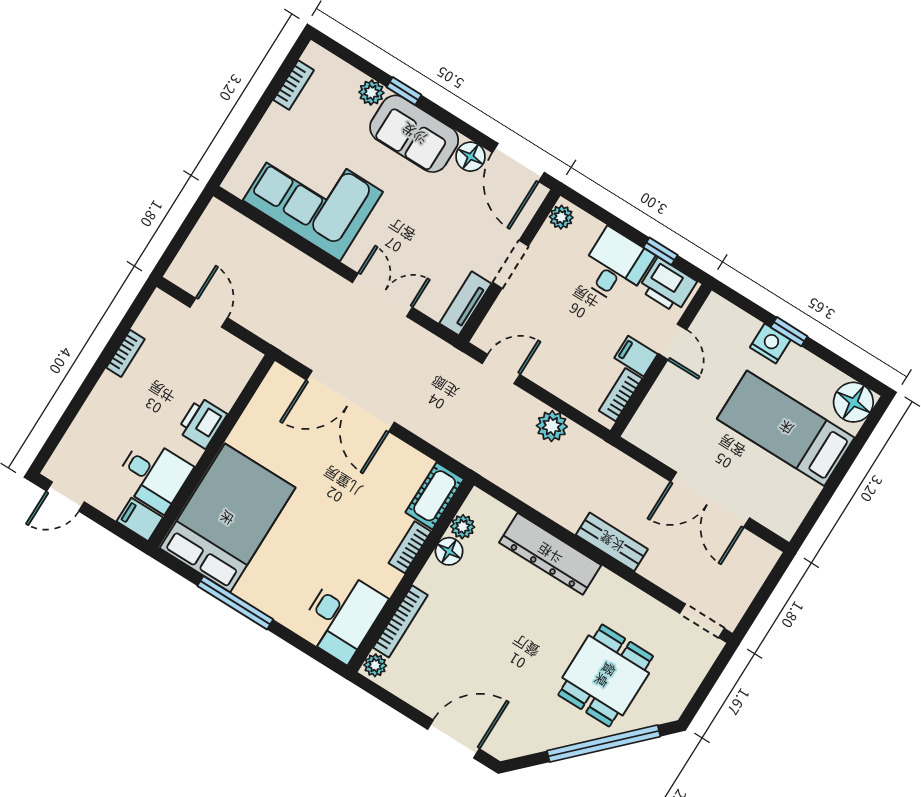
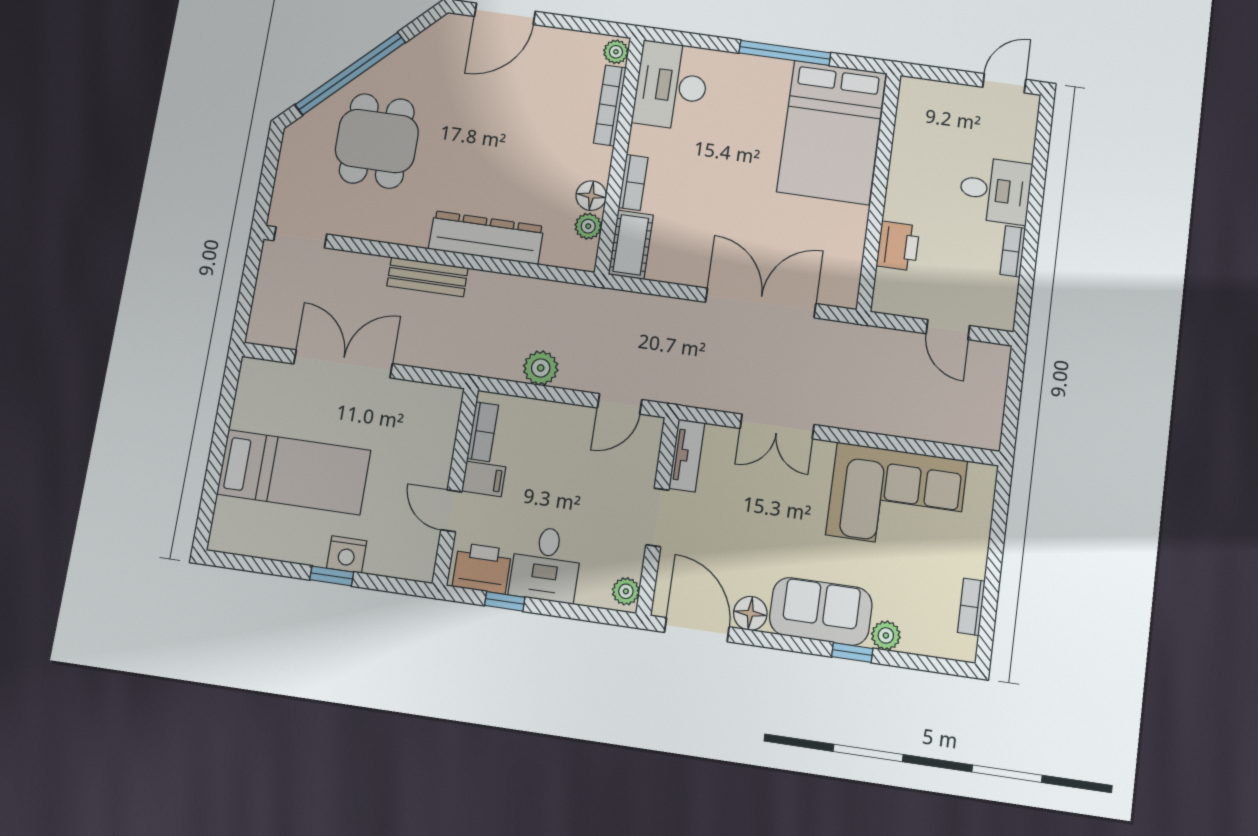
floor lamp: (853, 402) -> (233, 531), removed
printer: (202, 423) -> (898, 246), moved
desk: (153, 475) -> (995, 190), moved, turned 180
filing cabinet: (140, 519) -> (919, 93), removed

